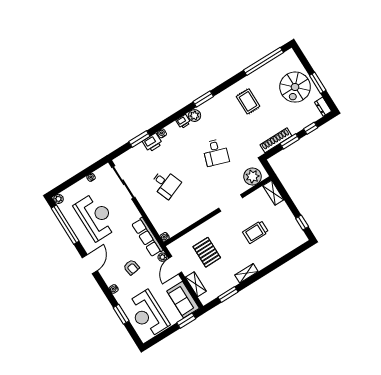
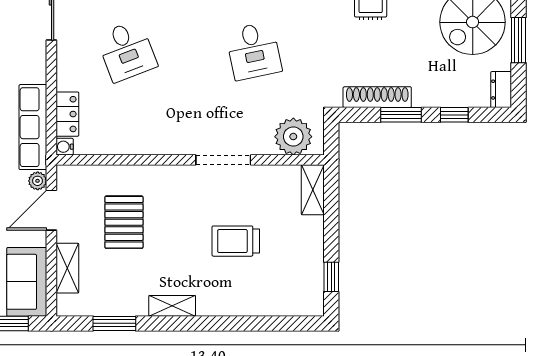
desk: (216, 152) -> (254, 51), turned -30
locker: (158, 223) -> (67, 114), added

